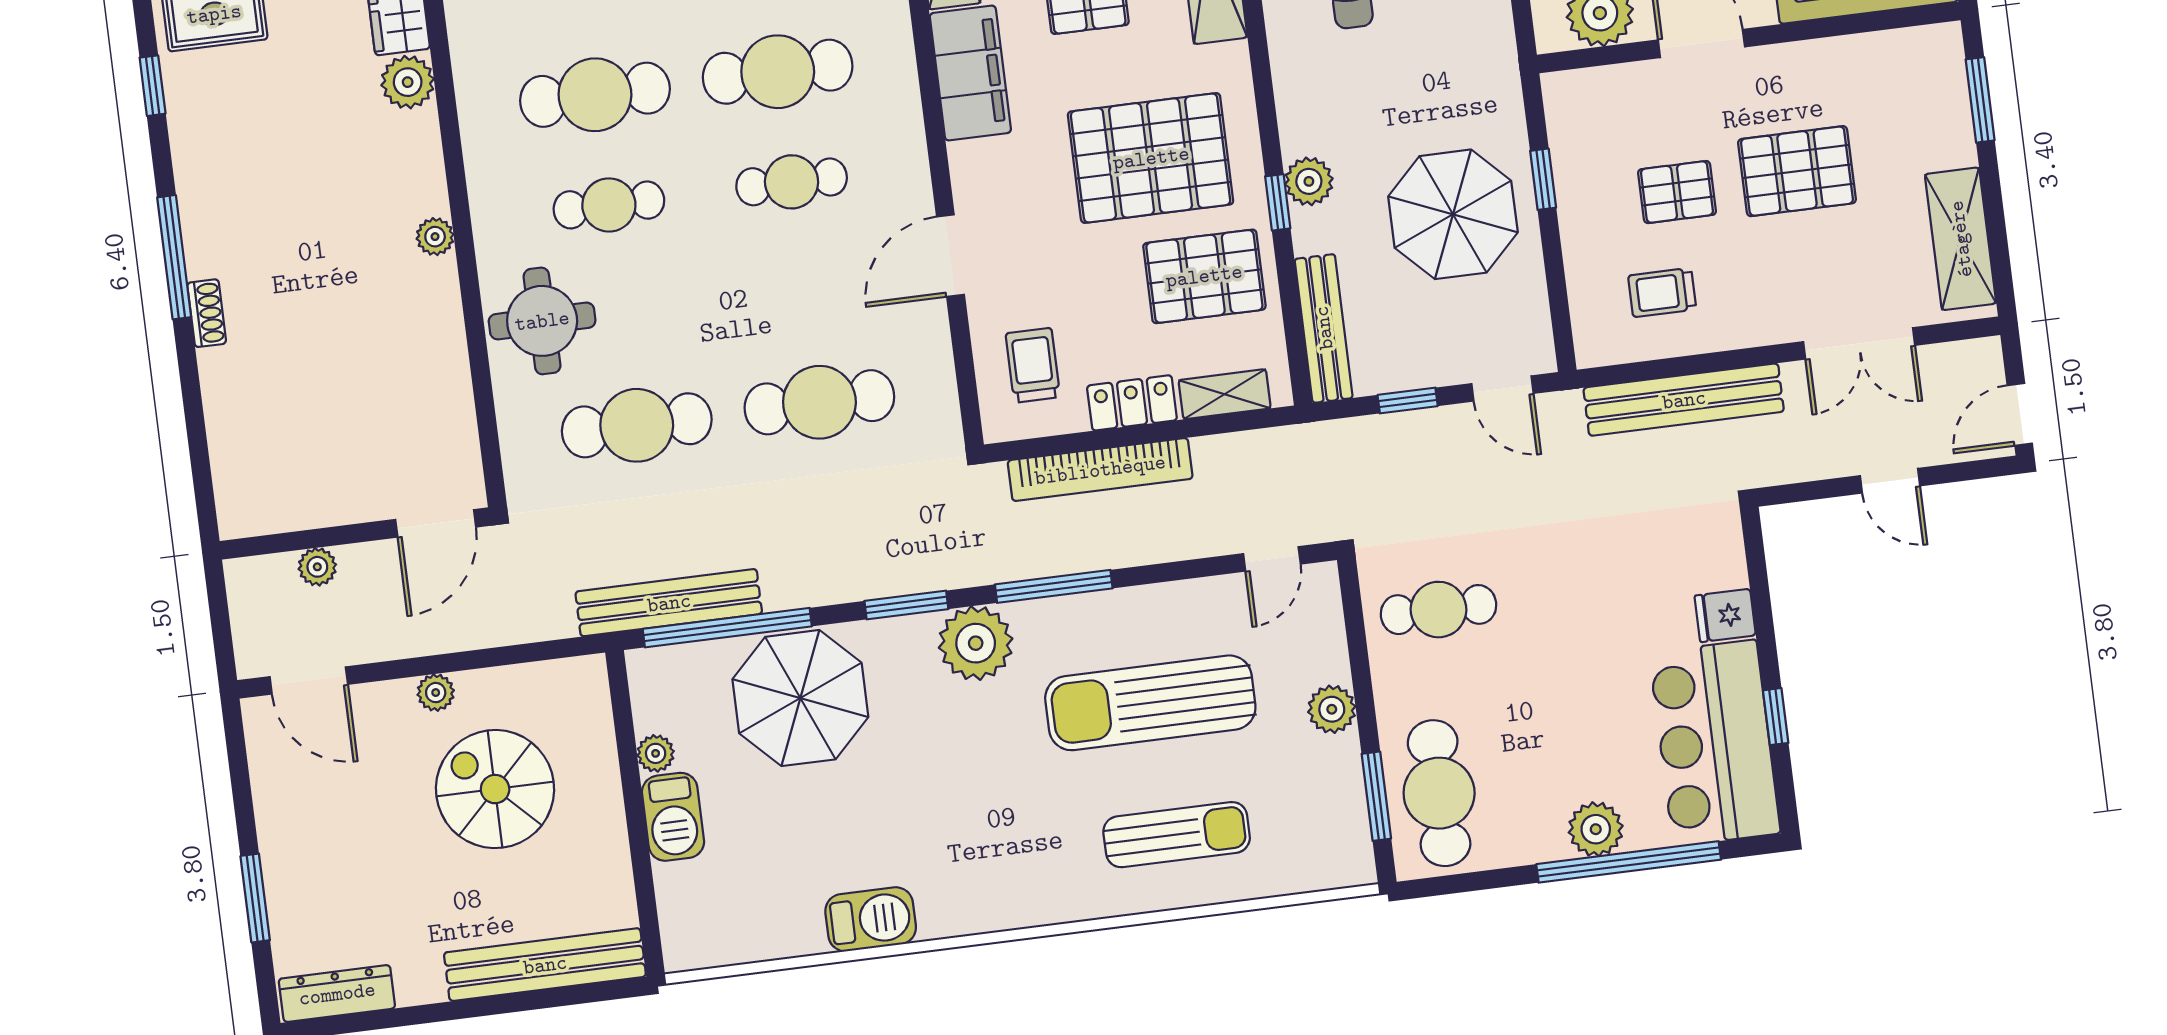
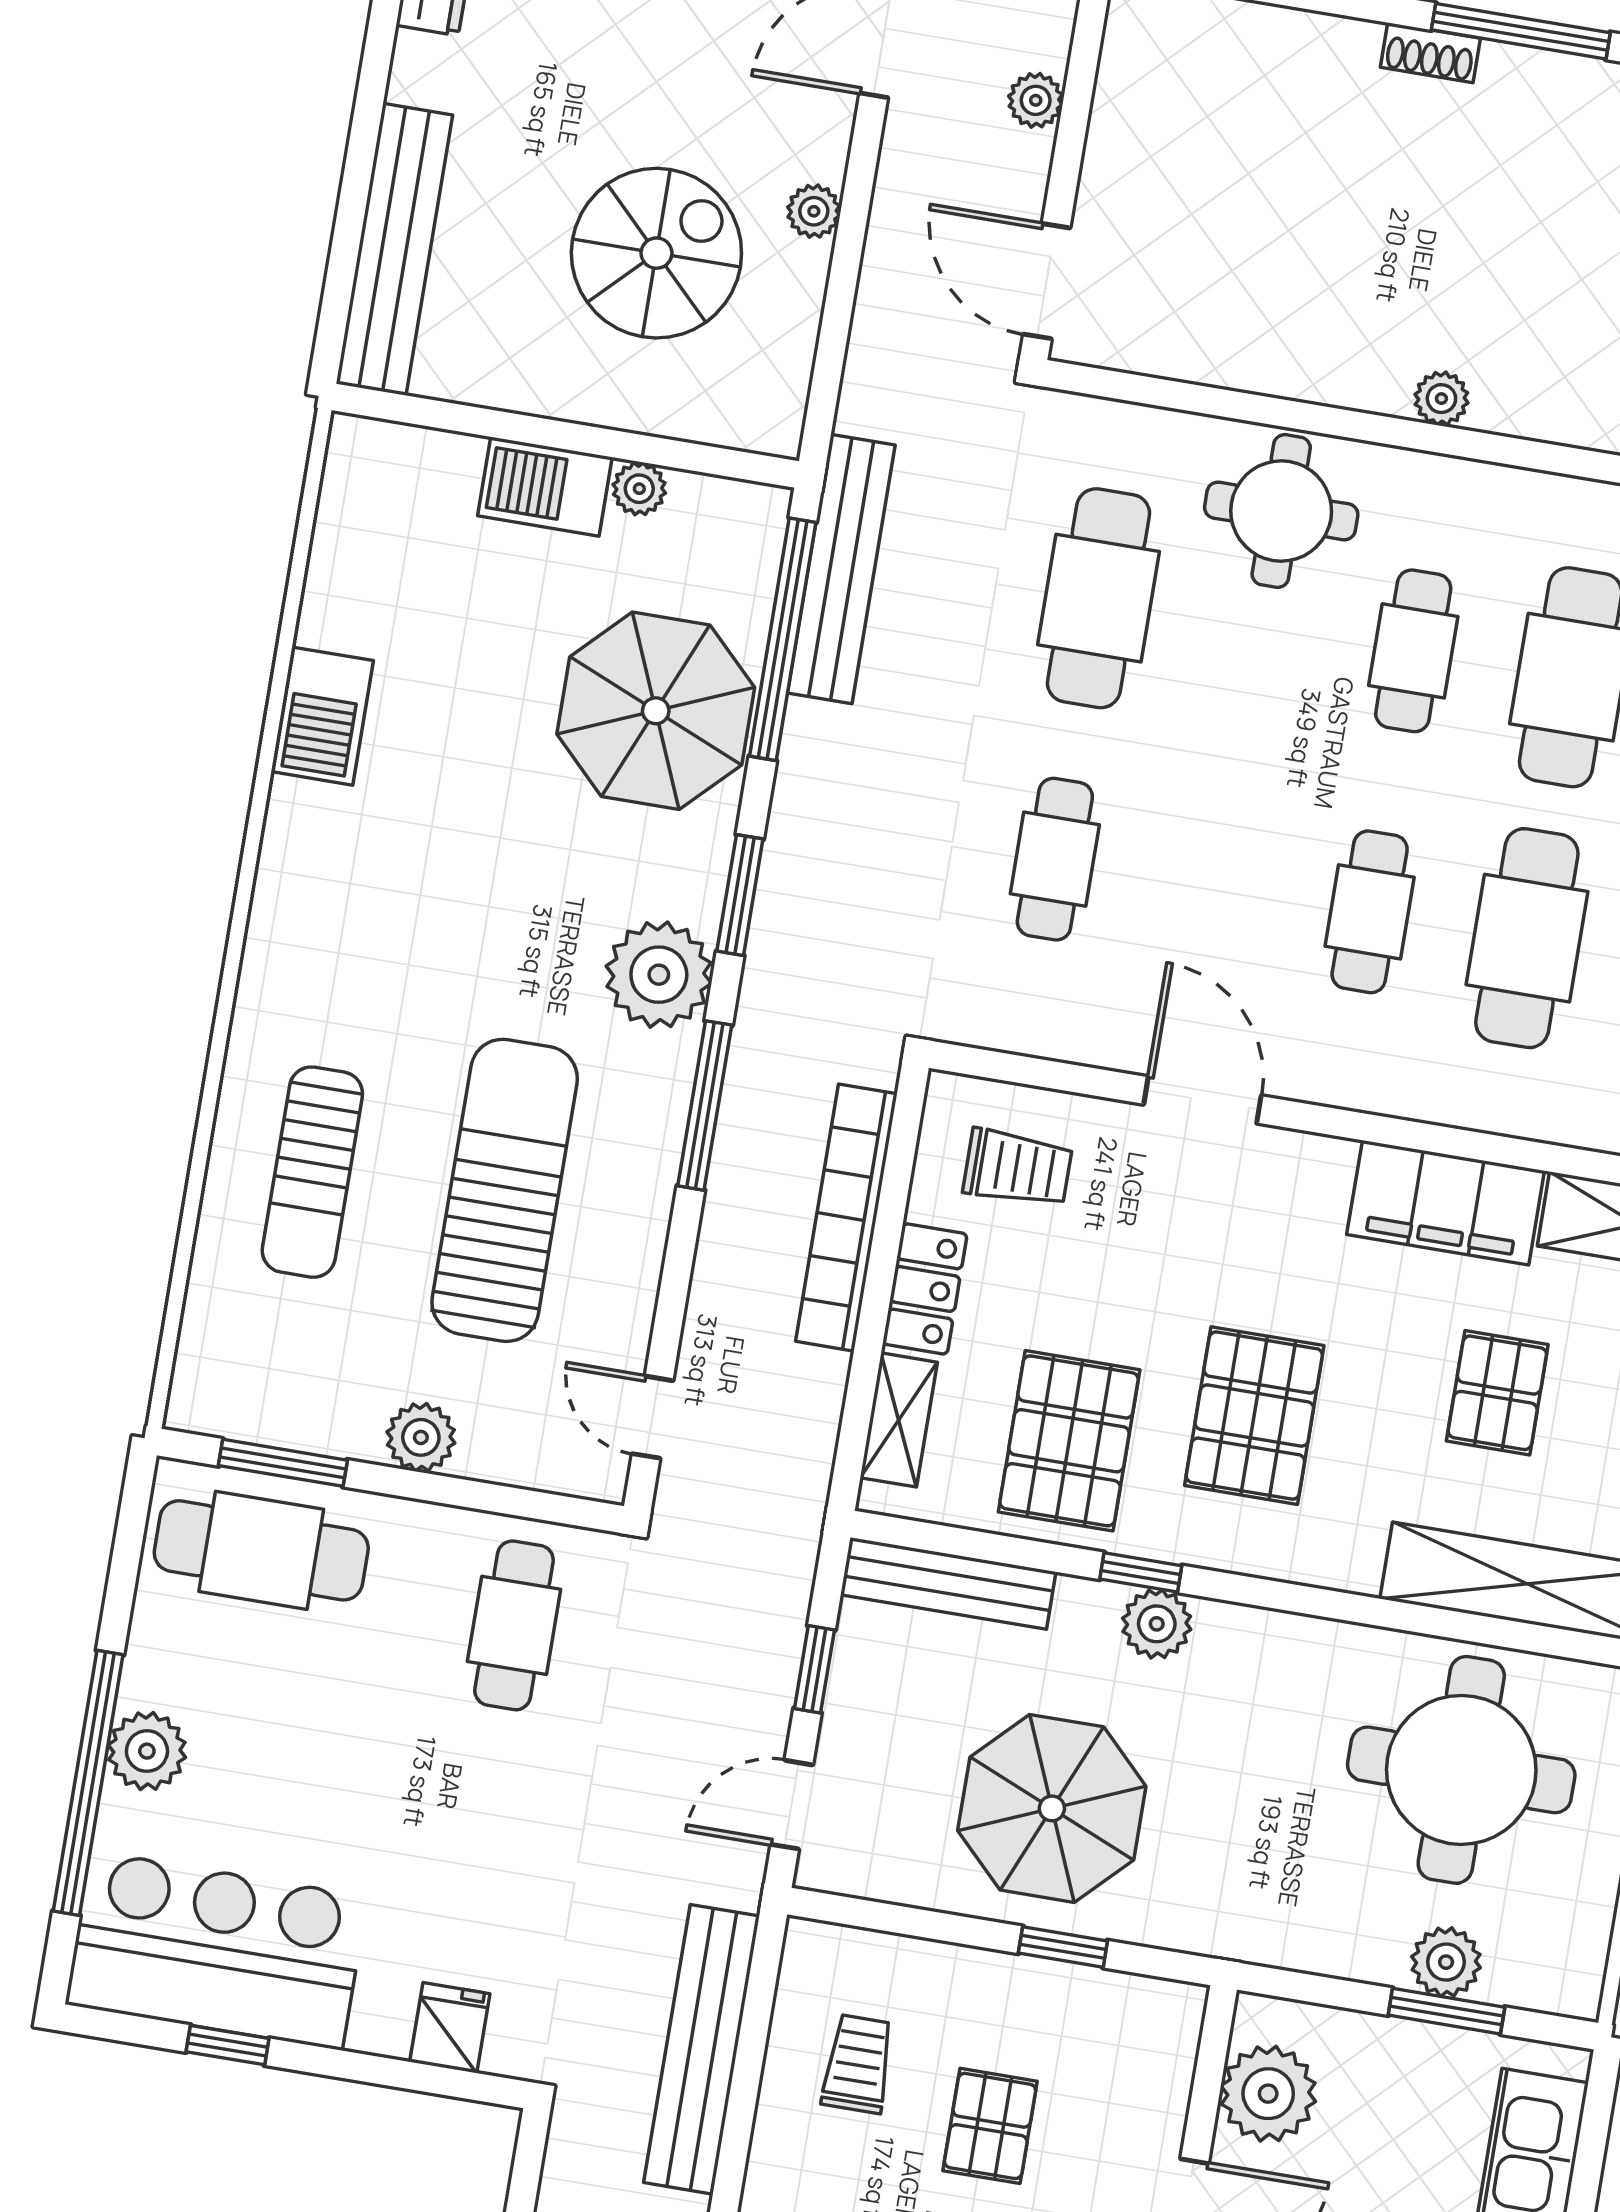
pallet: (1151, 158) -> (1254, 1416), width x0.73, depth x0.71
cafe table: (819, 402) -> (1055, 859), width x0.73, depth x0.74
fridge: (1725, 615) -> (450, 2028), moved

